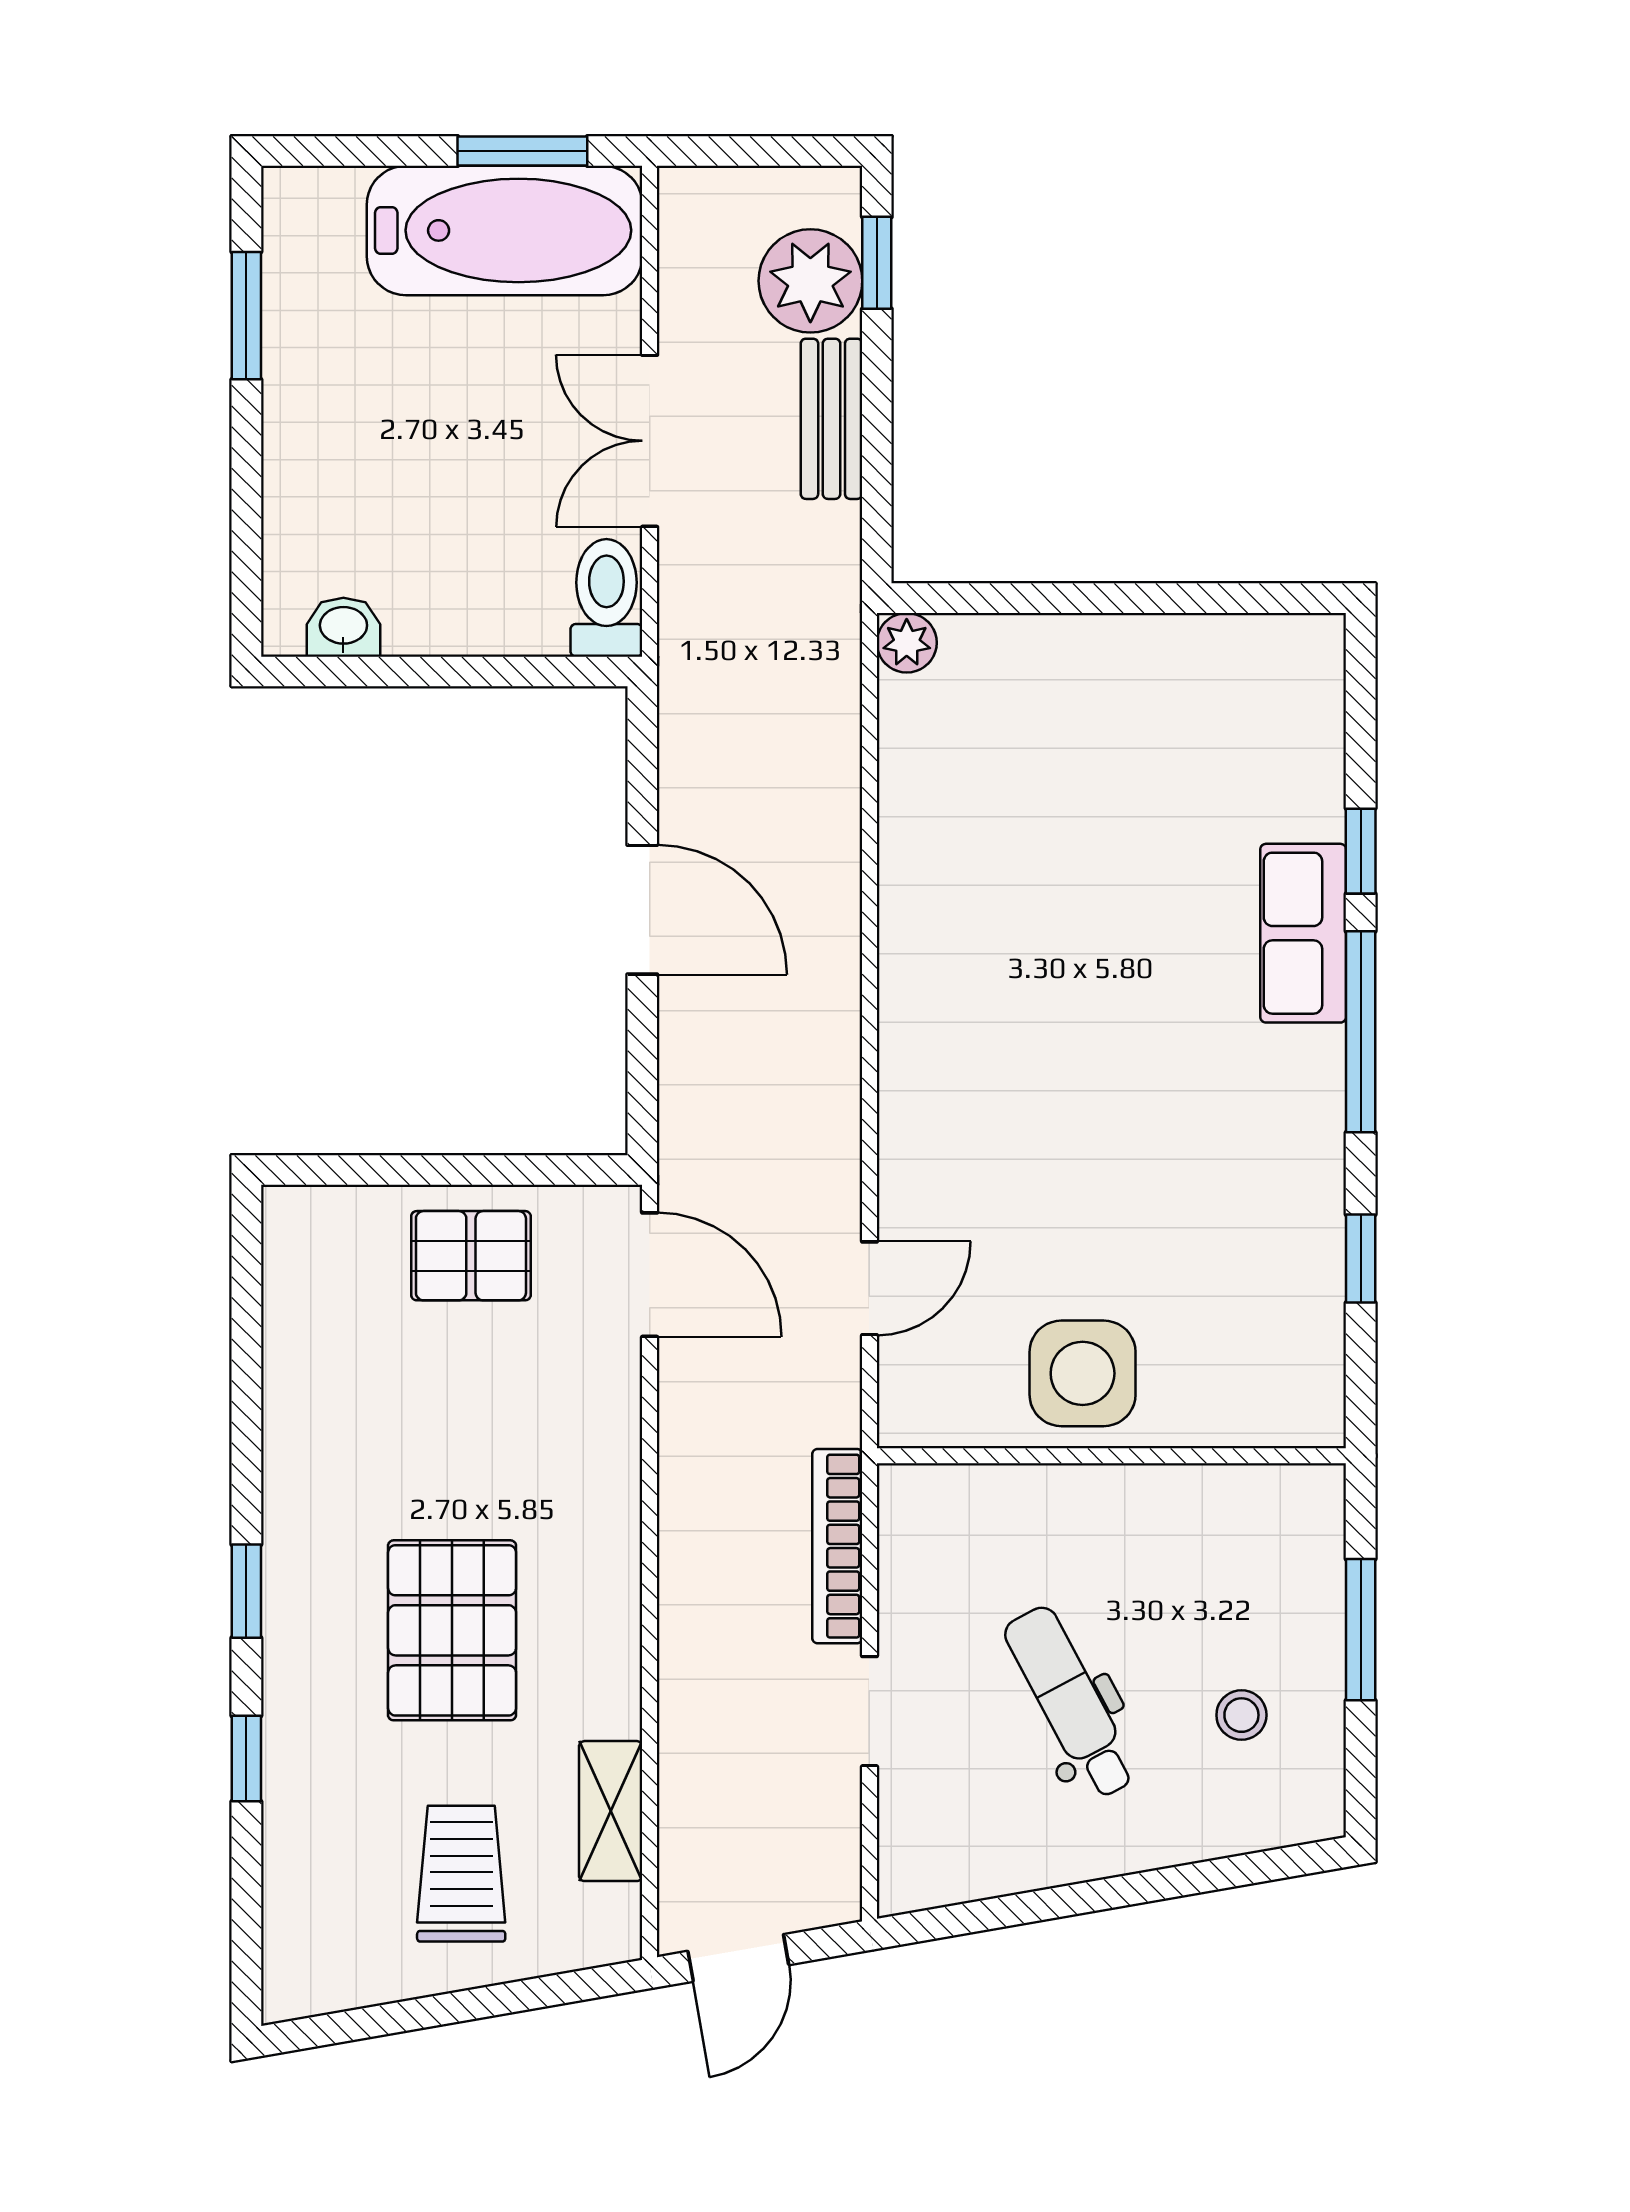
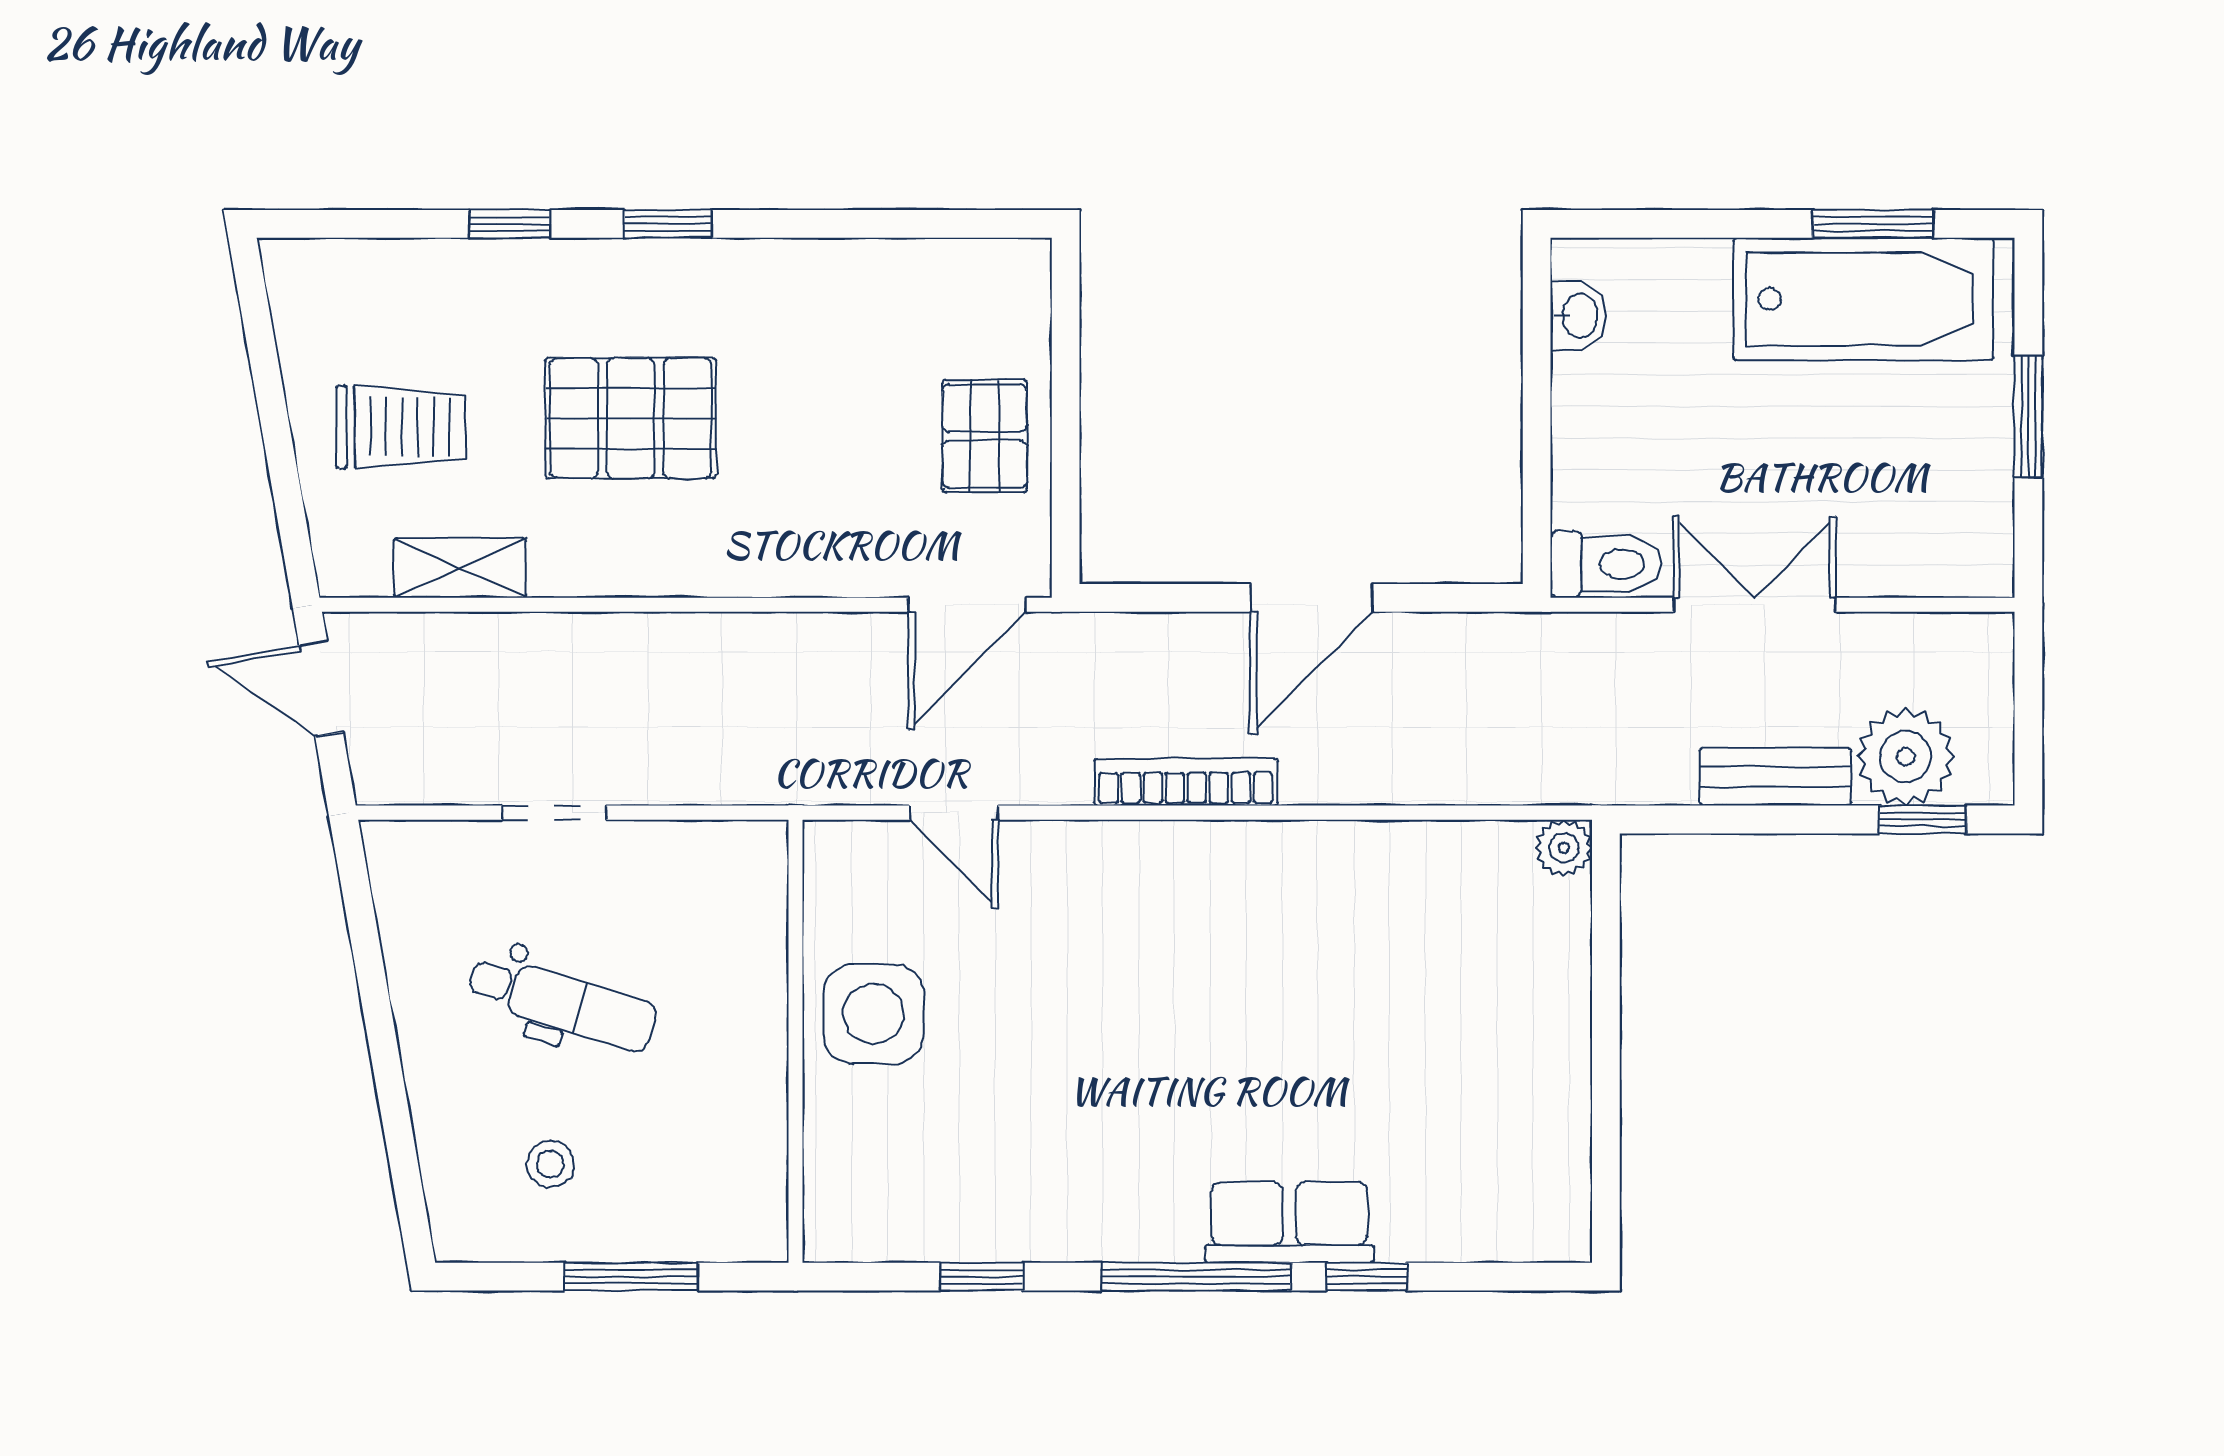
window: (522, 151) -> (2028, 417), moved
bathtub: (505, 230) -> (1863, 299), moved, turned -90
bookcase: (837, 1546) -> (1186, 782), moved
dental chair: (1071, 1702) -> (563, 1003), turned 45

